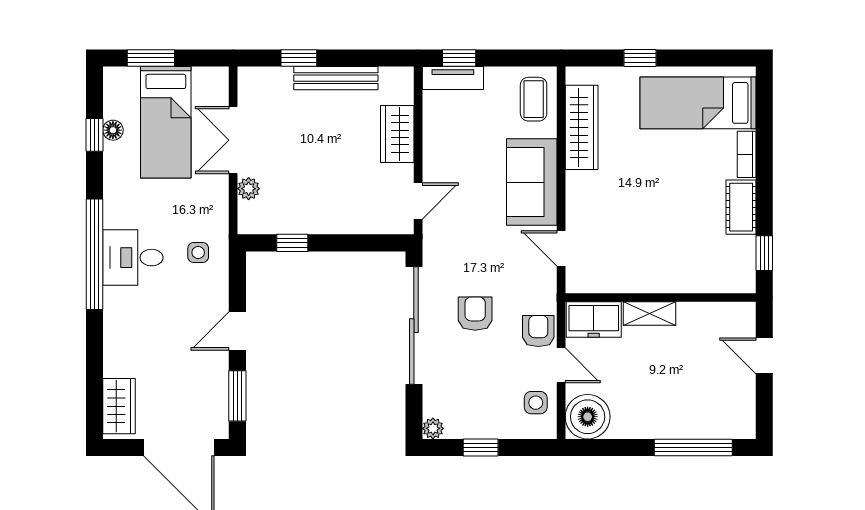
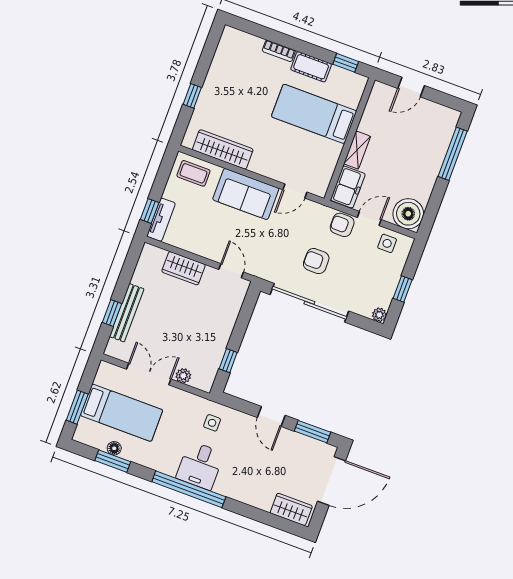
bench: (336, 78) -> (127, 313), moved
bed: (698, 103) -> (314, 114), moved, turned 90
window: (94, 135) -> (113, 461), width x1.50
double door: (233, 140) -> (149, 374), swing flipped

